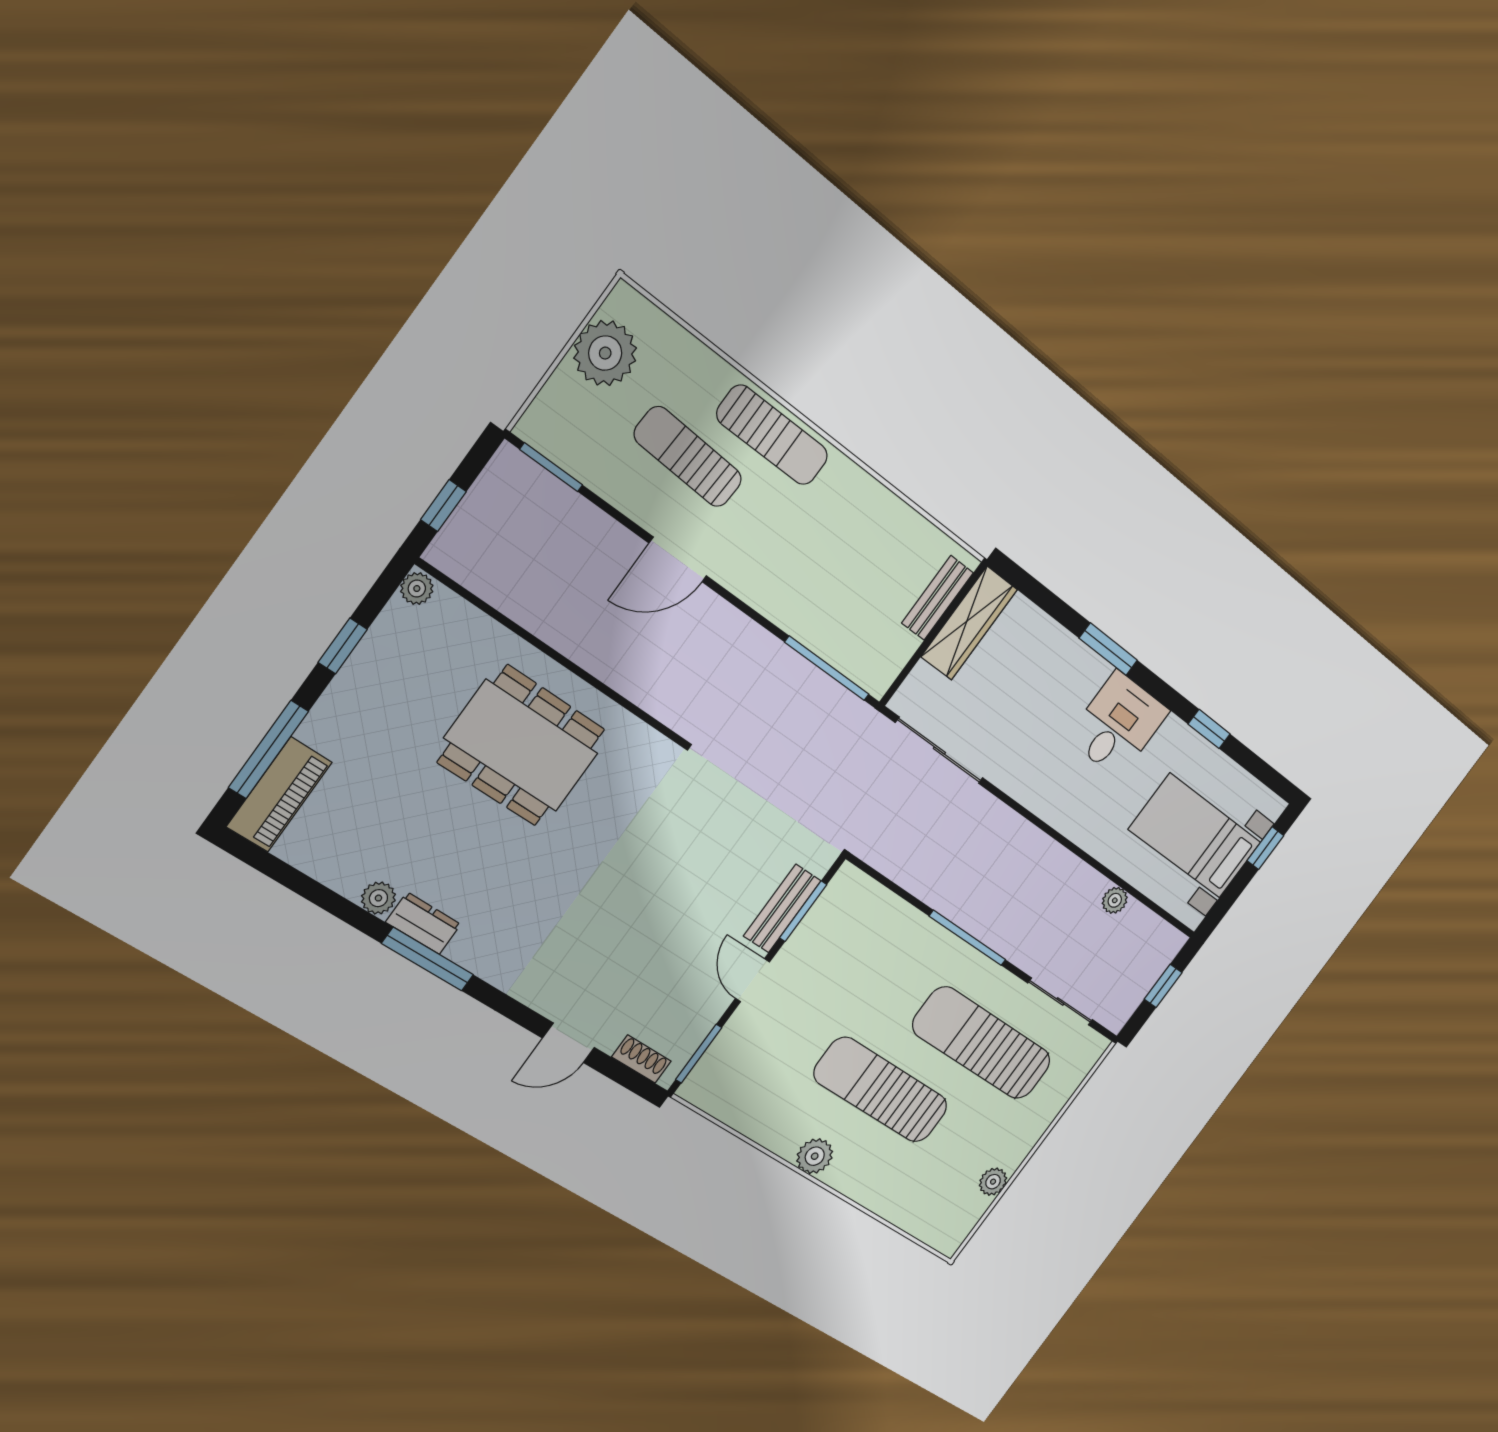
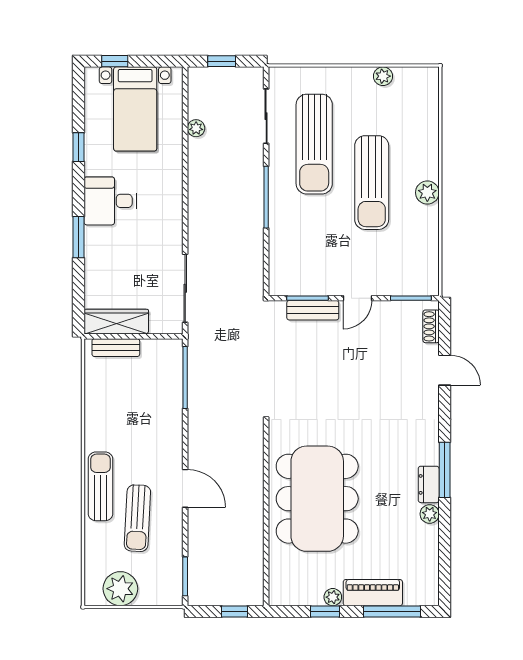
plant: (417, 589) -> (333, 597), moved
dining table: (521, 746) -> (317, 499), width x1.36, depth x1.24
piano: (279, 795) -> (373, 593), moved

